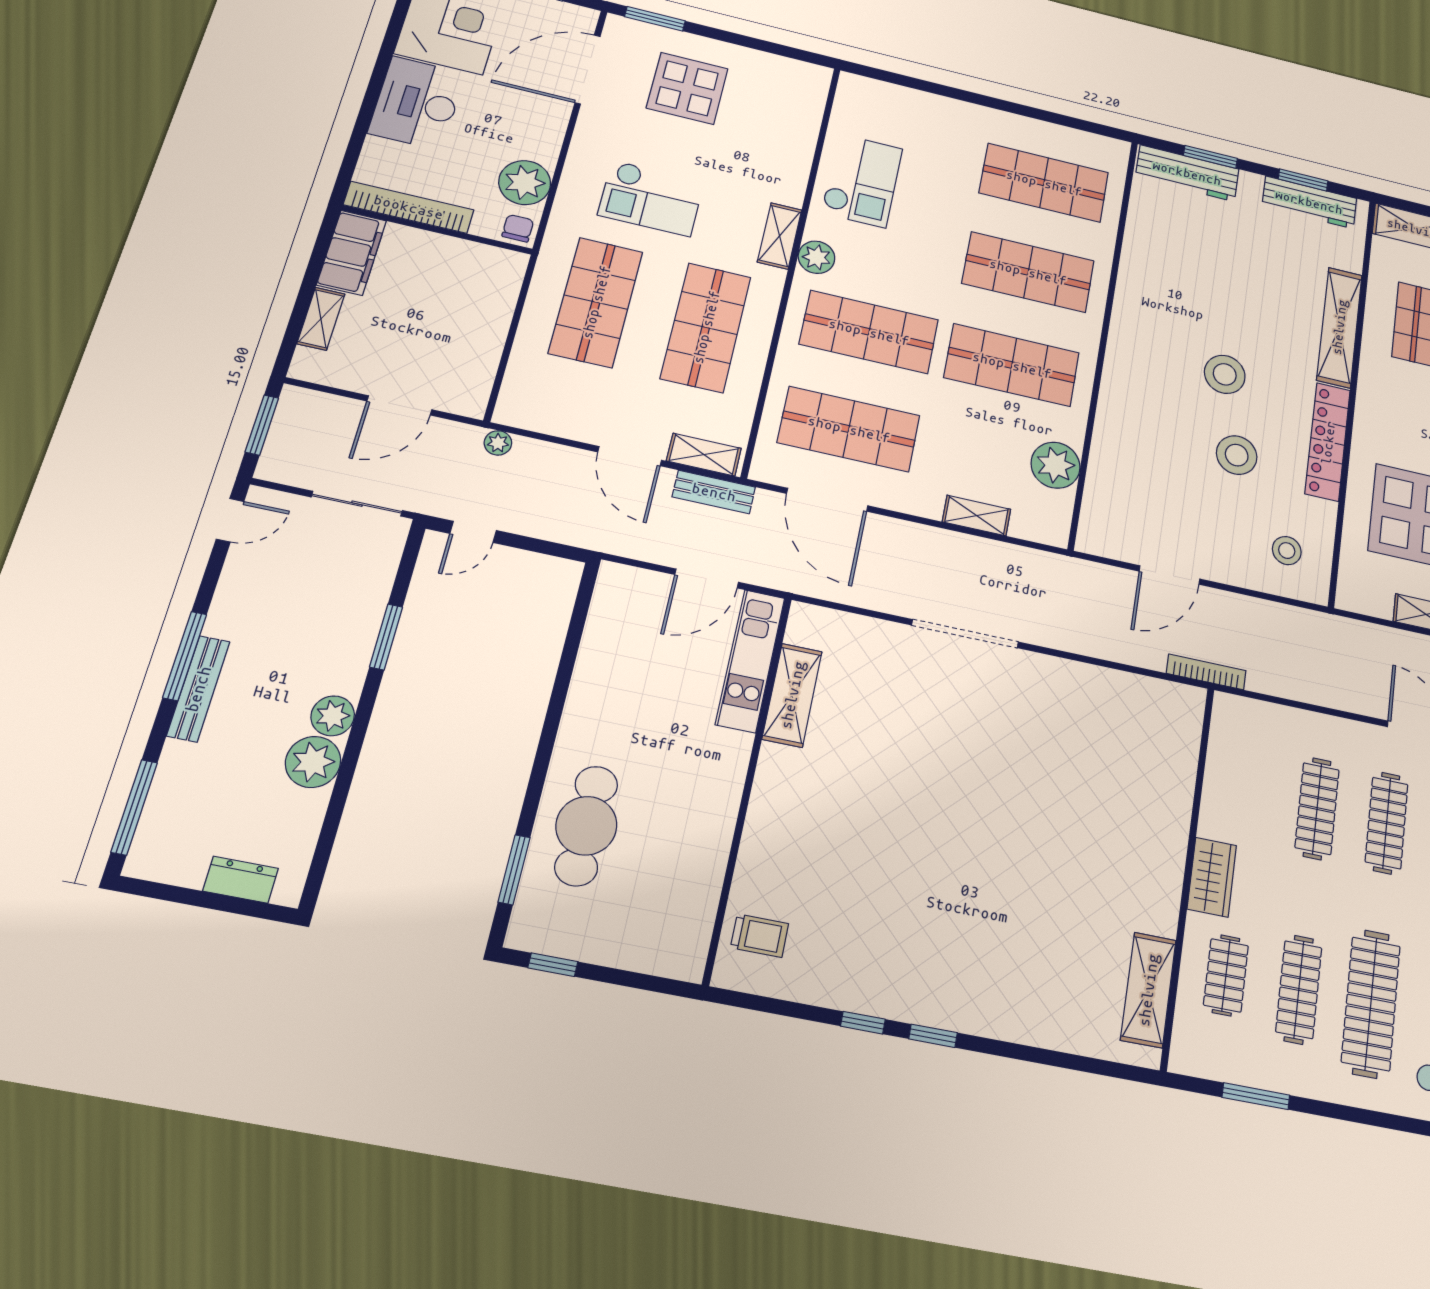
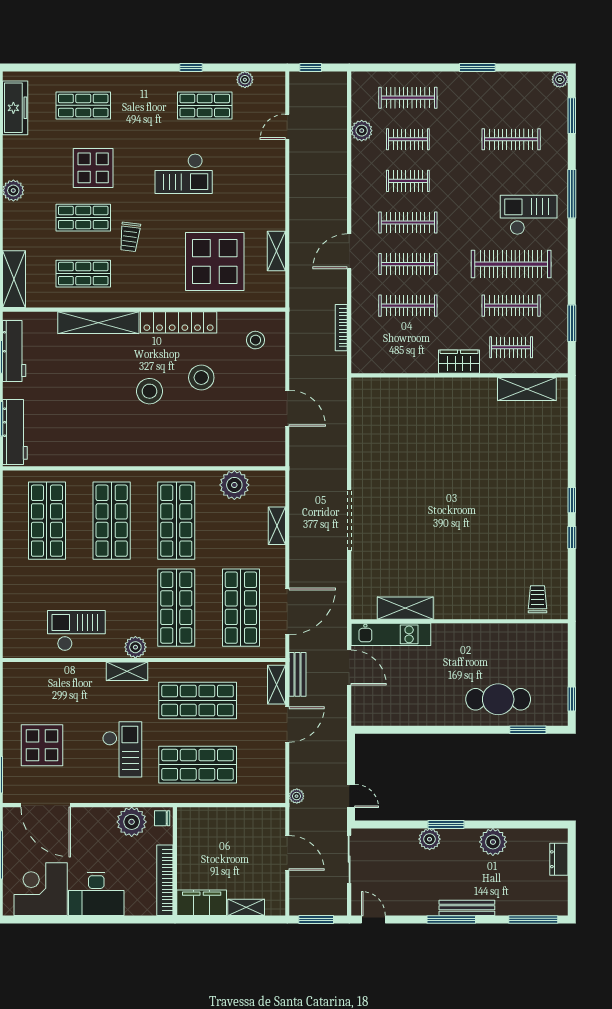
window: (386, 637) -> (446, 825), moved
bookcase: (1206, 672) -> (341, 328), moved
plant: (333, 716) -> (430, 839), moved

